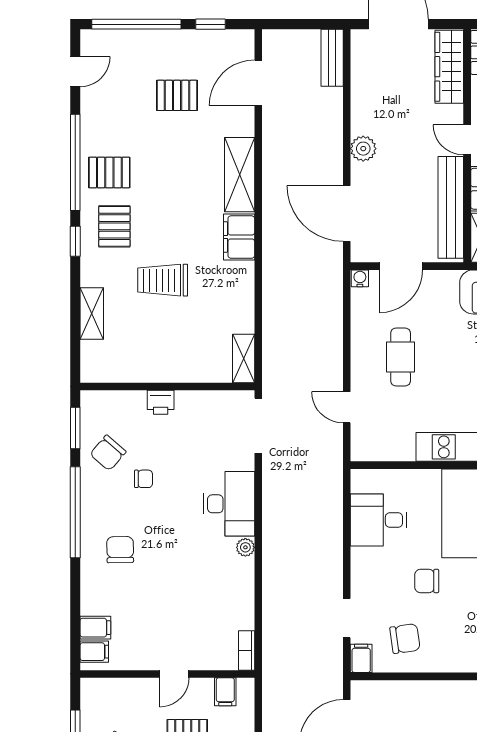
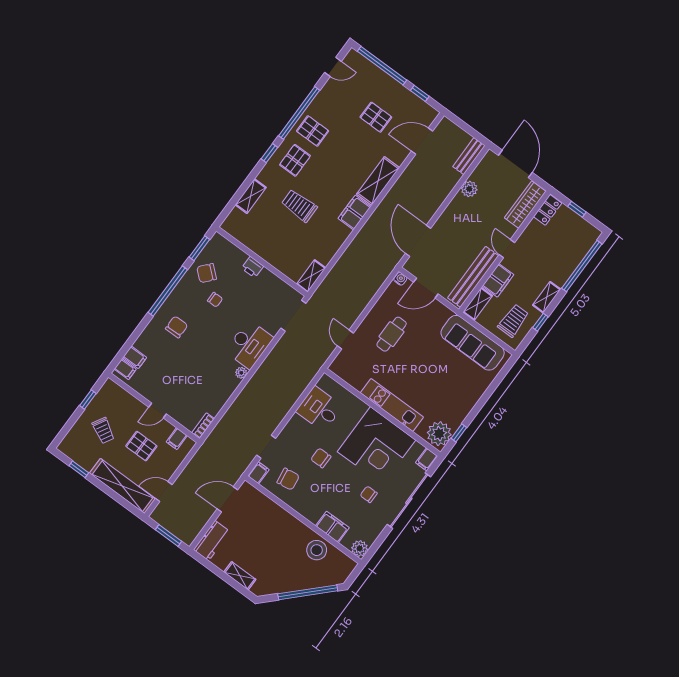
plant: (363, 149) -> (469, 189), moved

